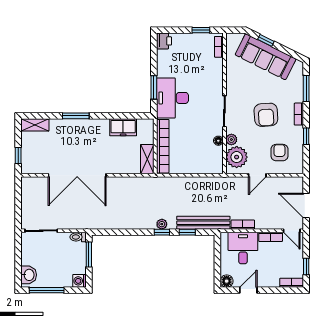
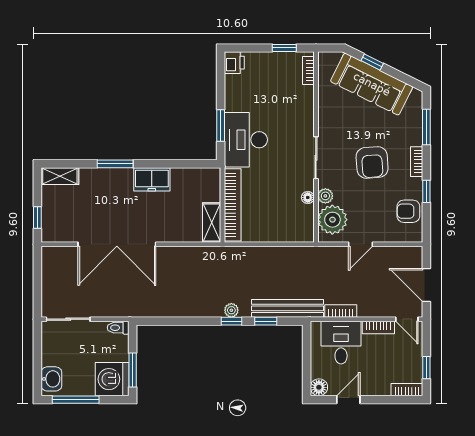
freezer: (123, 127) -> (152, 179), moved
armchair: (279, 153) -> (408, 211), moved, turned -90
window: (89, 255) -> (133, 370), moved
washing machine: (79, 281) -> (112, 379), width x1.89, depth x1.89

